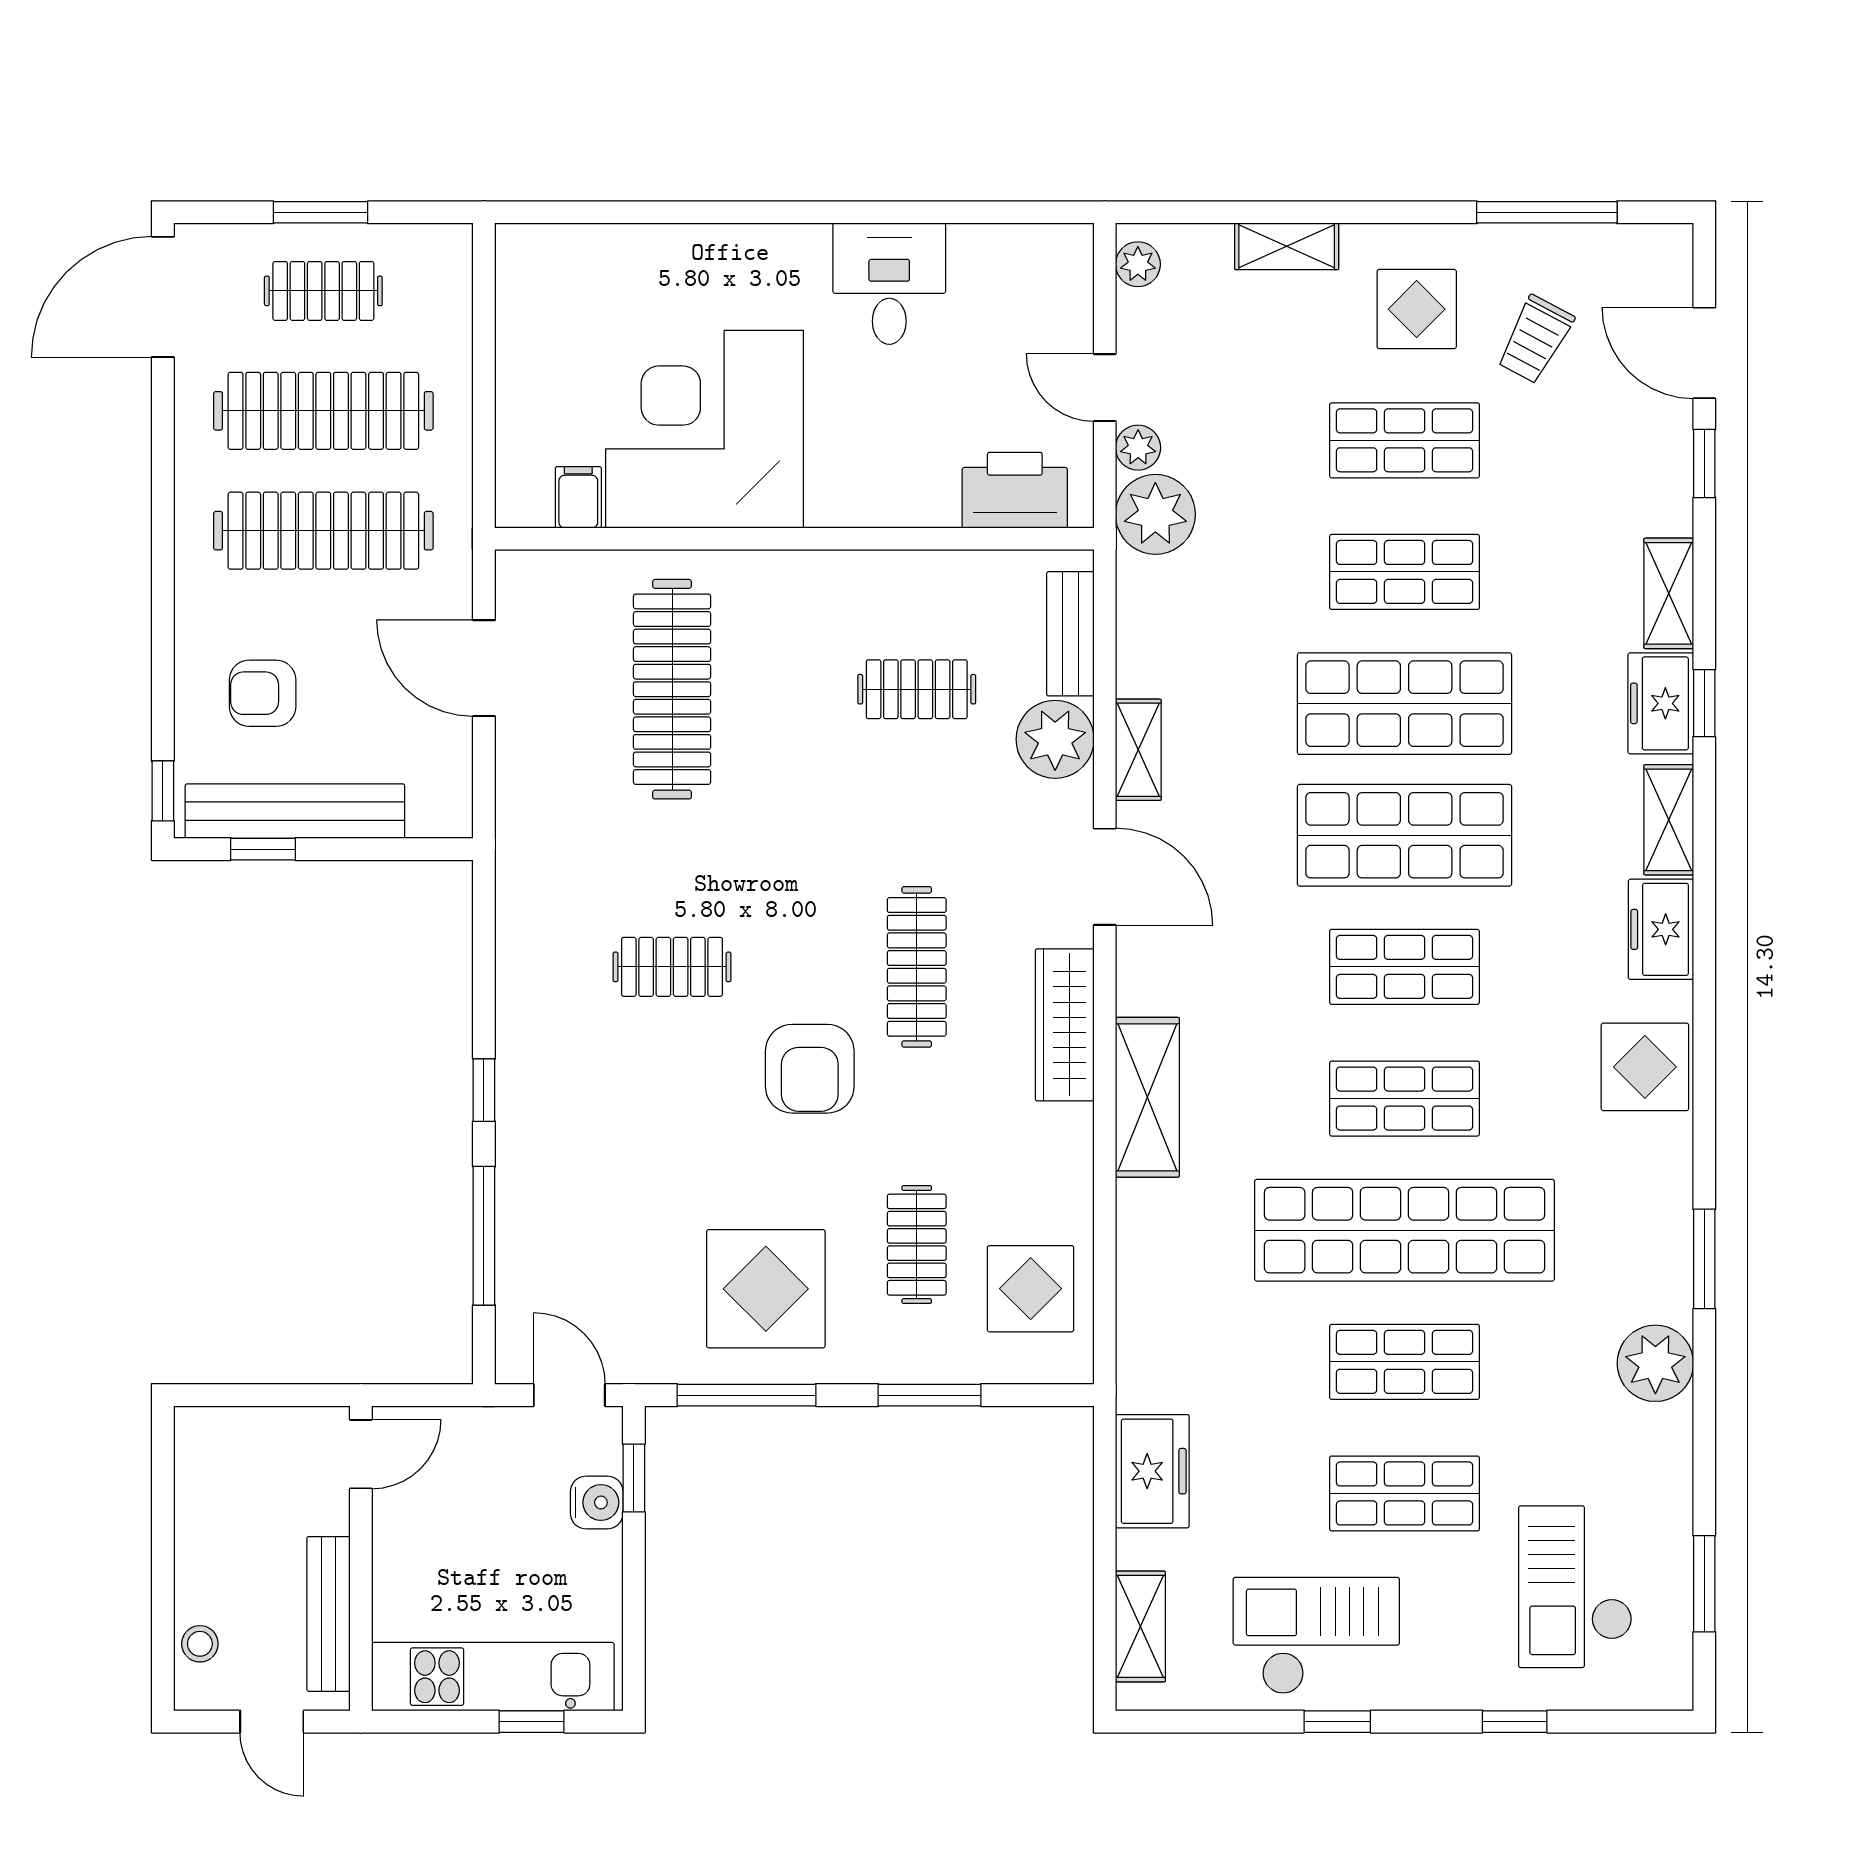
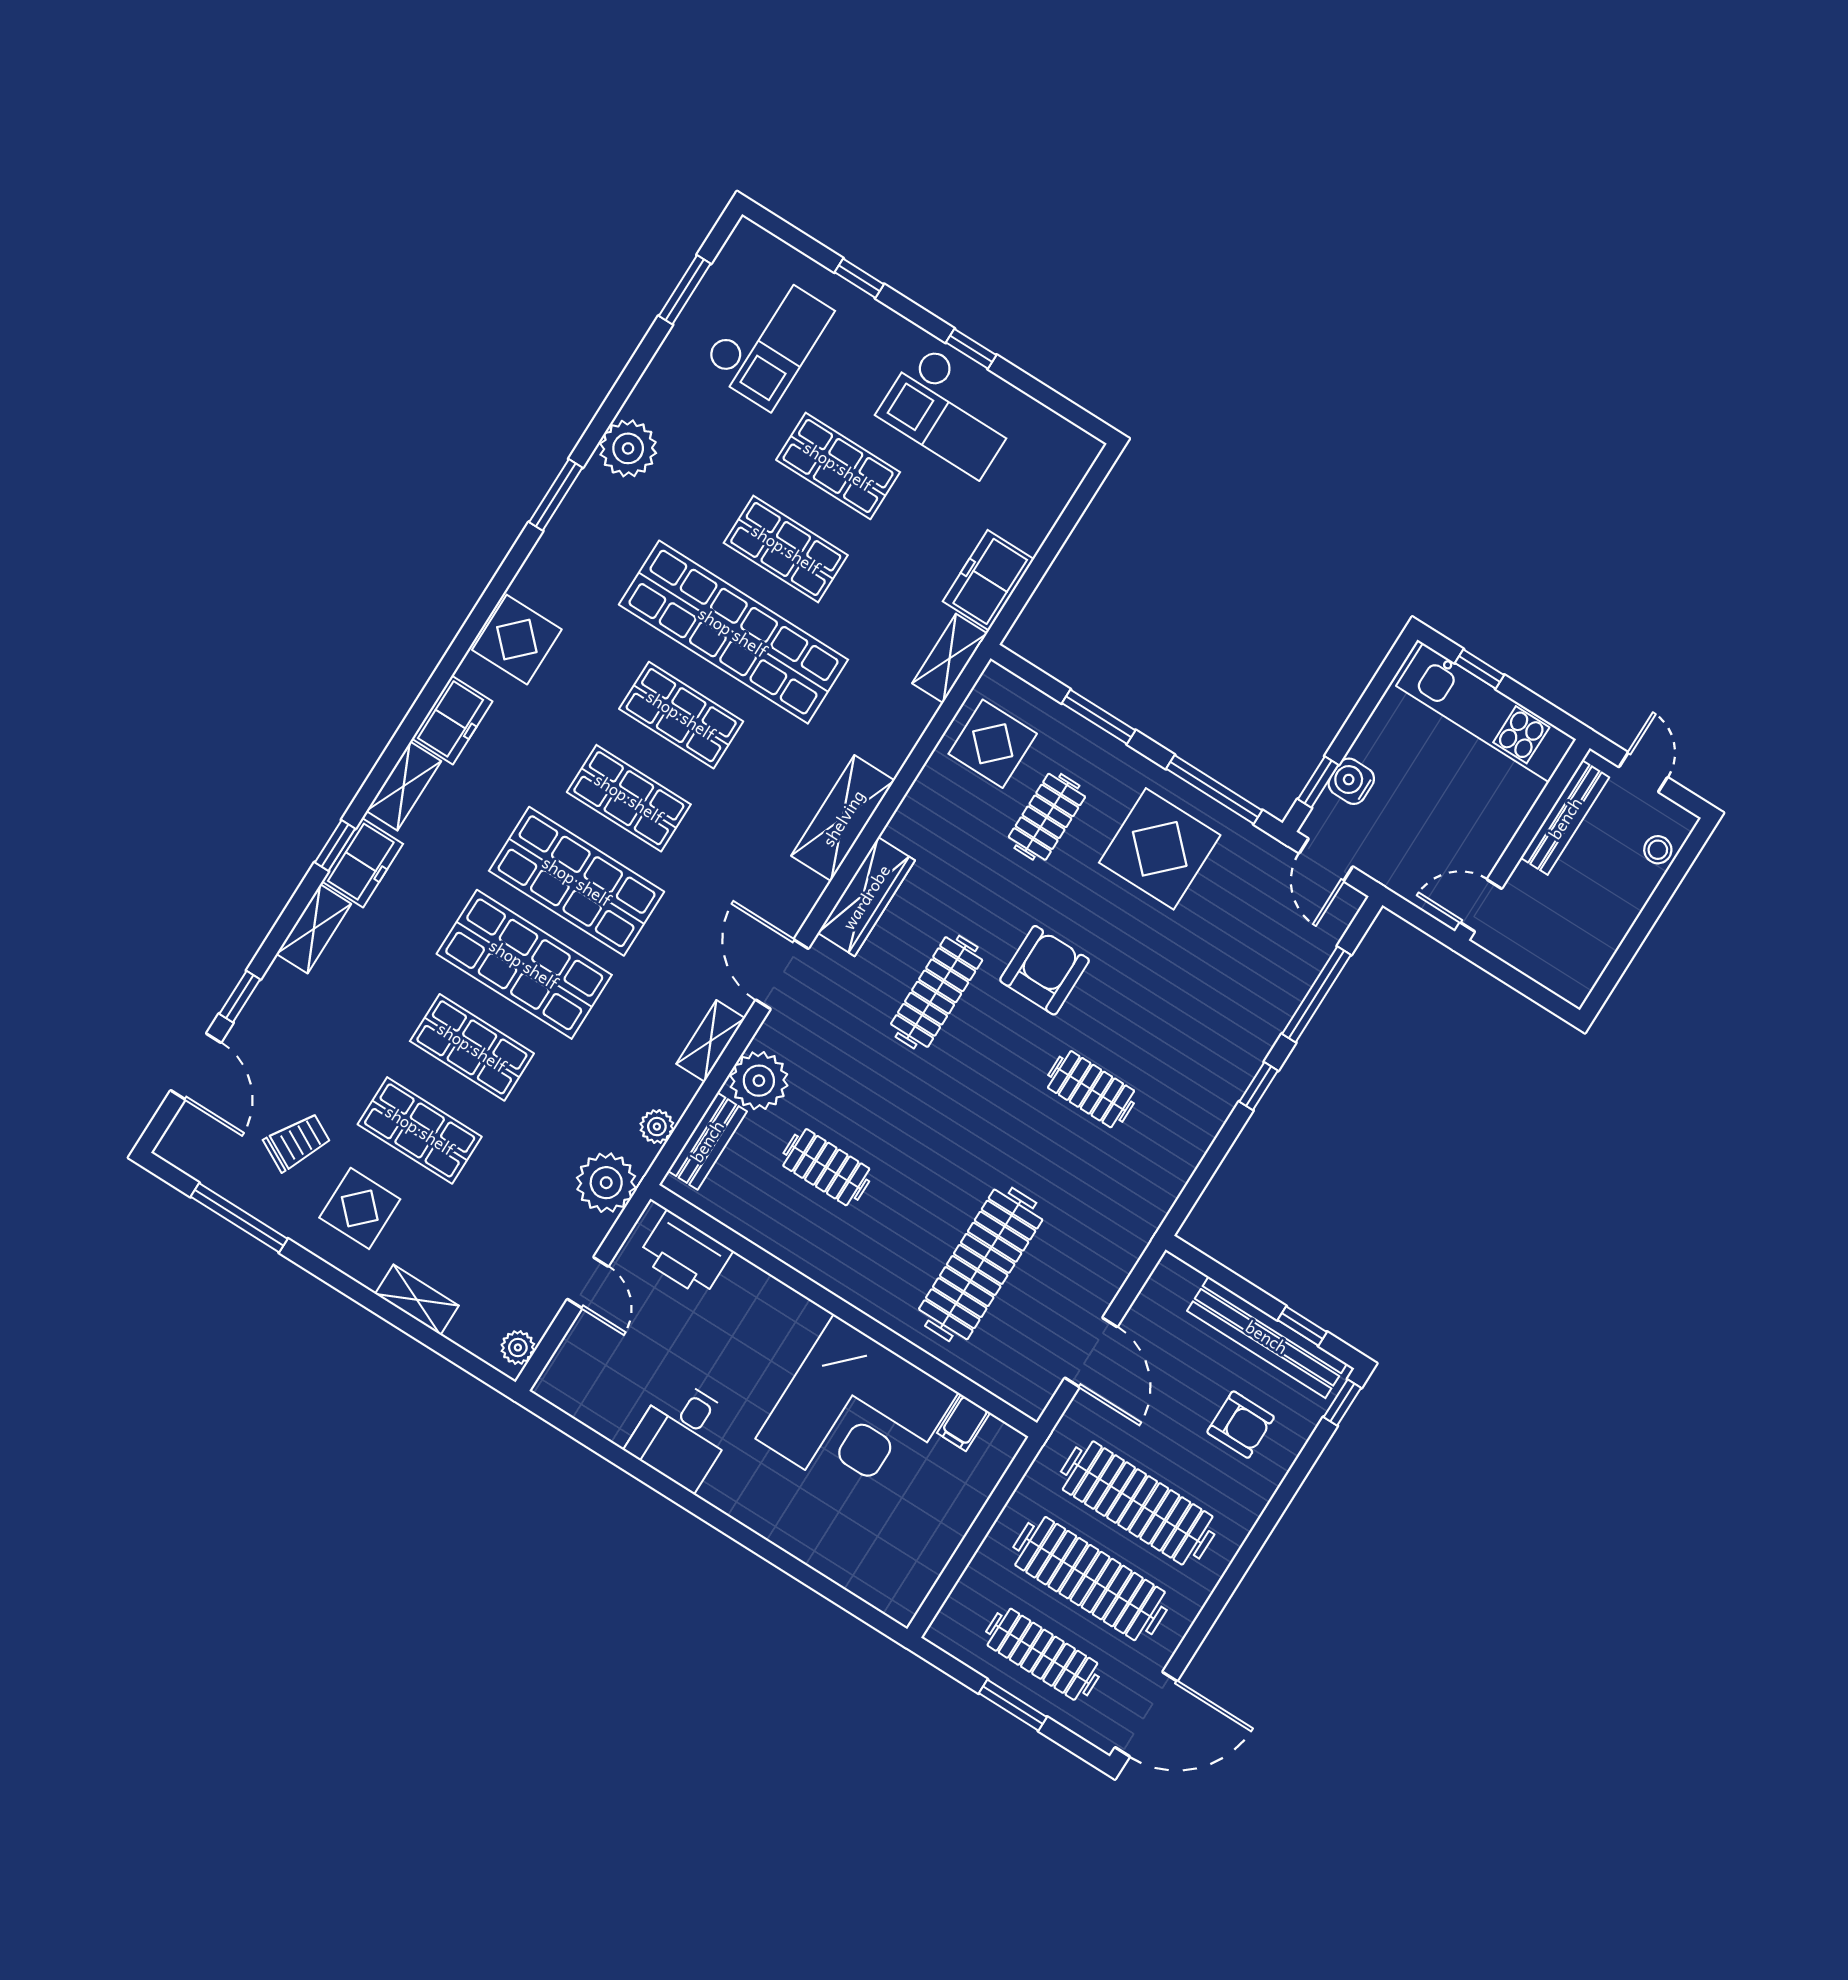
clothes rail: (323, 291) -> (1042, 1654), width x1.36
plant: (1138, 448) -> (657, 1127), moved
shelving: (1140, 1626) -> (950, 658), moved

